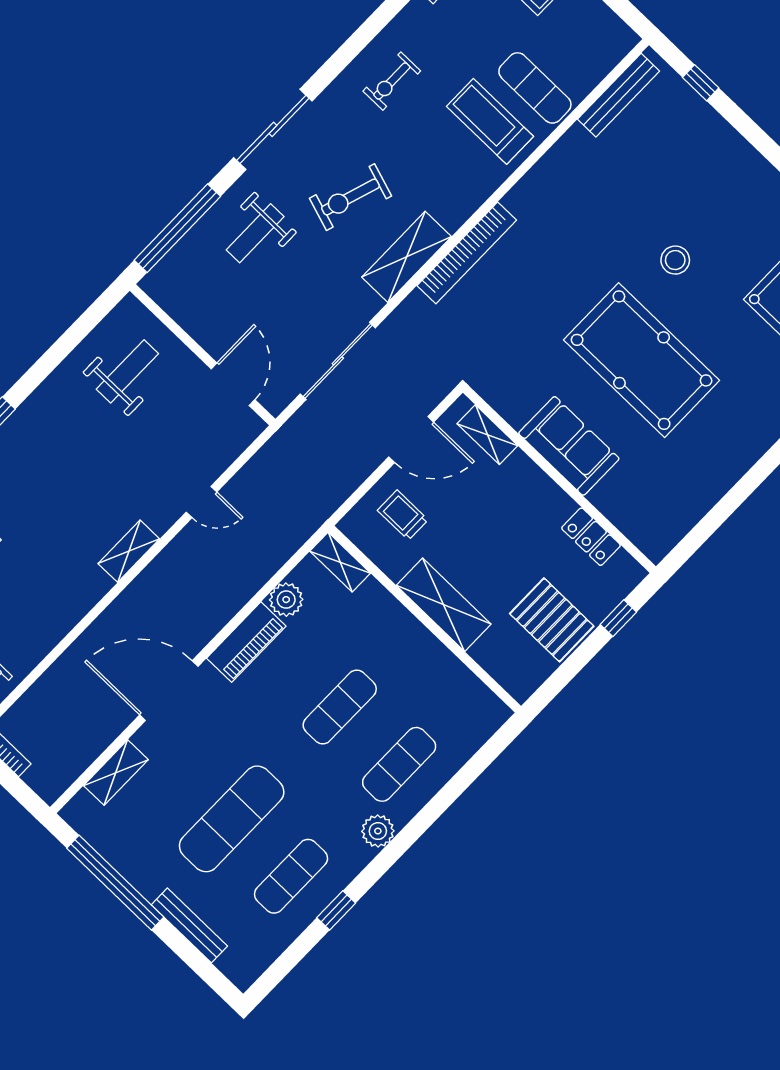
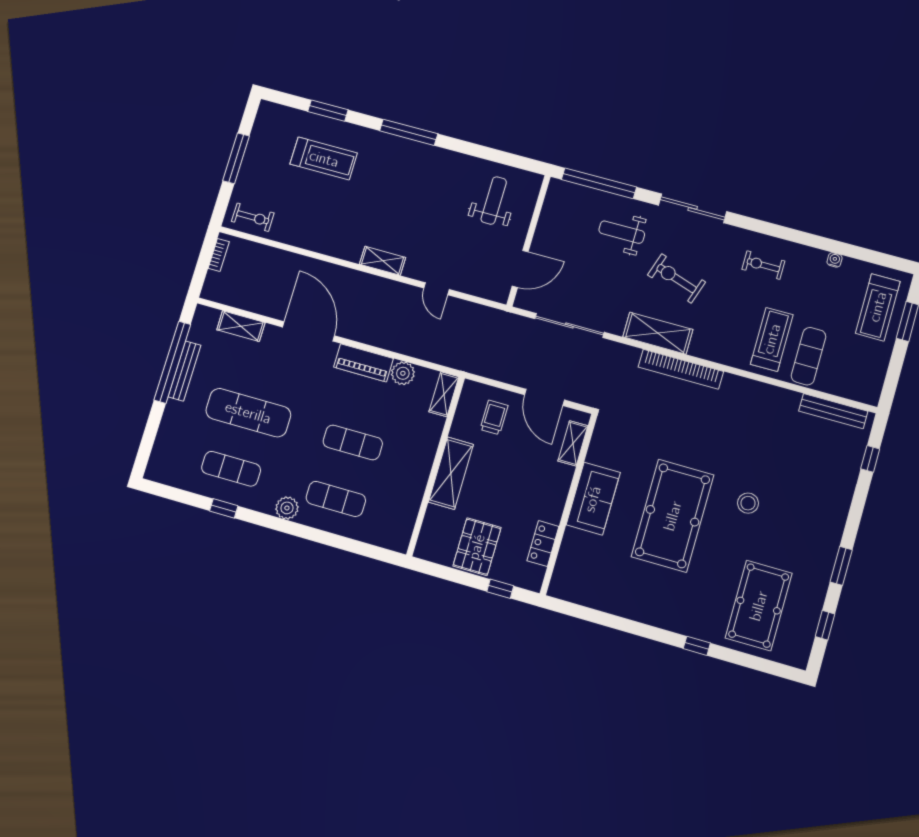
weight bench: (127, 371) -> (494, 200), turned -90
bench: (189, 925) -> (184, 371), moved

